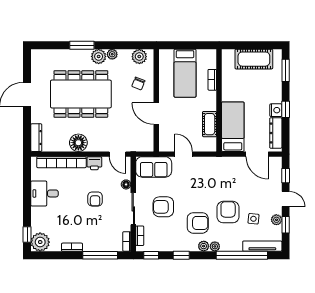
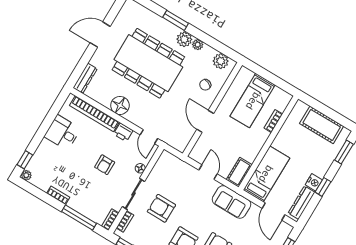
cot: (210, 124) -> (239, 172), moved
sofa: (154, 167) -> (232, 202), moved
plant: (40, 242) -> (26, 175), width x0.53, depth x0.53

